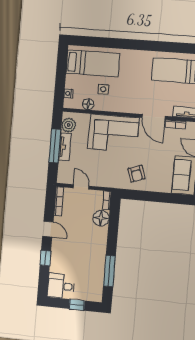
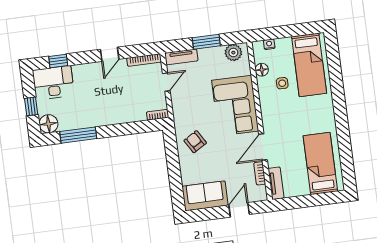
window: (55, 146) -> (206, 42), width x0.69
tv unit: (65, 147) -> (181, 57), moved
armchair: (136, 174) -> (195, 142), turned 78
floor lamp: (101, 218) -> (49, 124), moved
window: (45, 258) -> (58, 61), moved
desk: (61, 286) -> (53, 83), width x1.37

